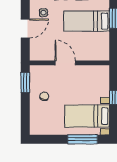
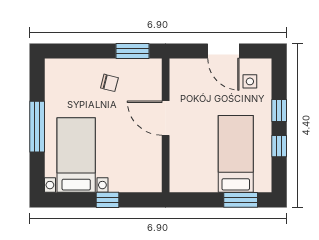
door: (65, 63) -> (166, 118), swing flipped
window: (83, 139) -> (37, 127), moved

